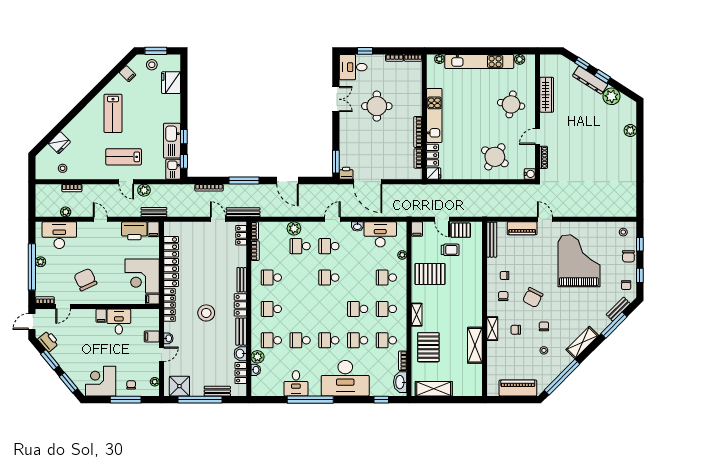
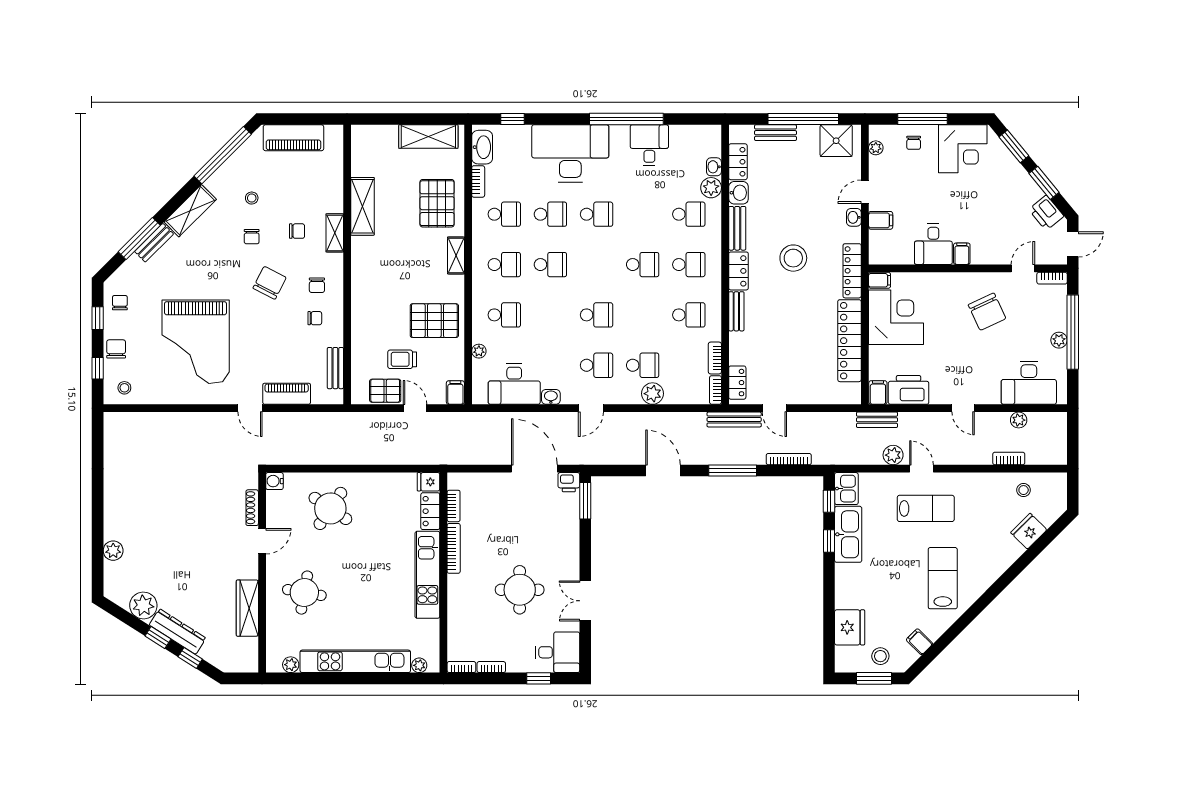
bench: (492, 240) -> (335, 368), width x0.73
bench: (618, 309) -> (154, 243), moved
school desk: (300, 340) -> (643, 265), moved

